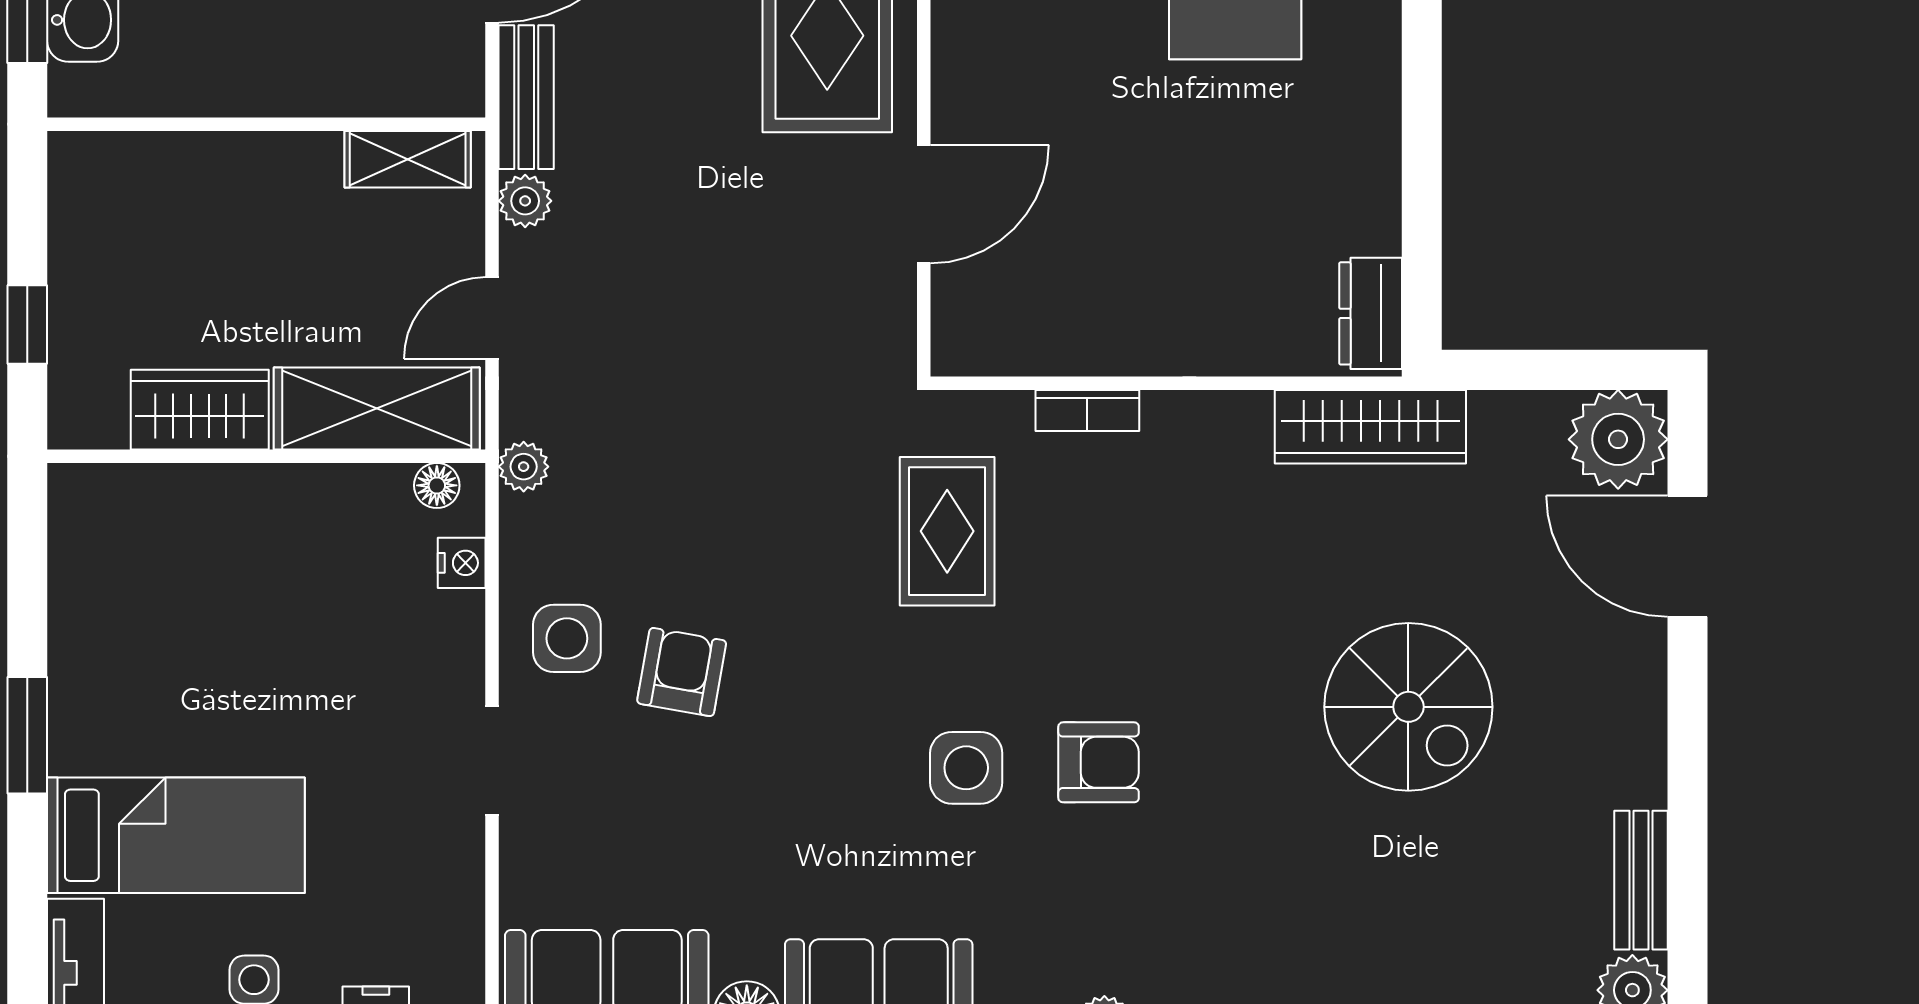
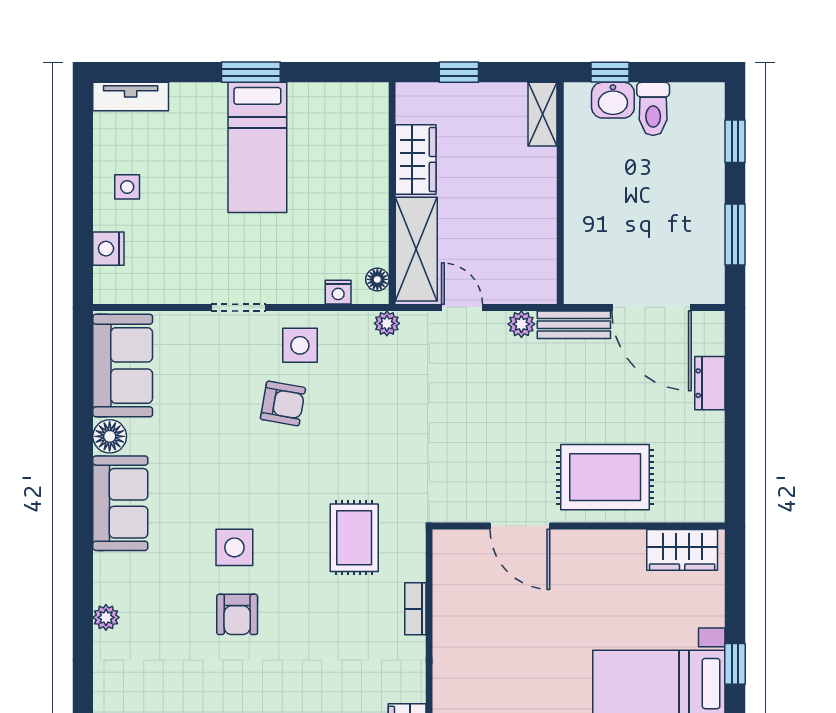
shelving: (408, 159) -> (543, 114), moved
rug: (947, 531) -> (354, 538), turned 90
bed: (176, 835) -> (257, 147), moved

